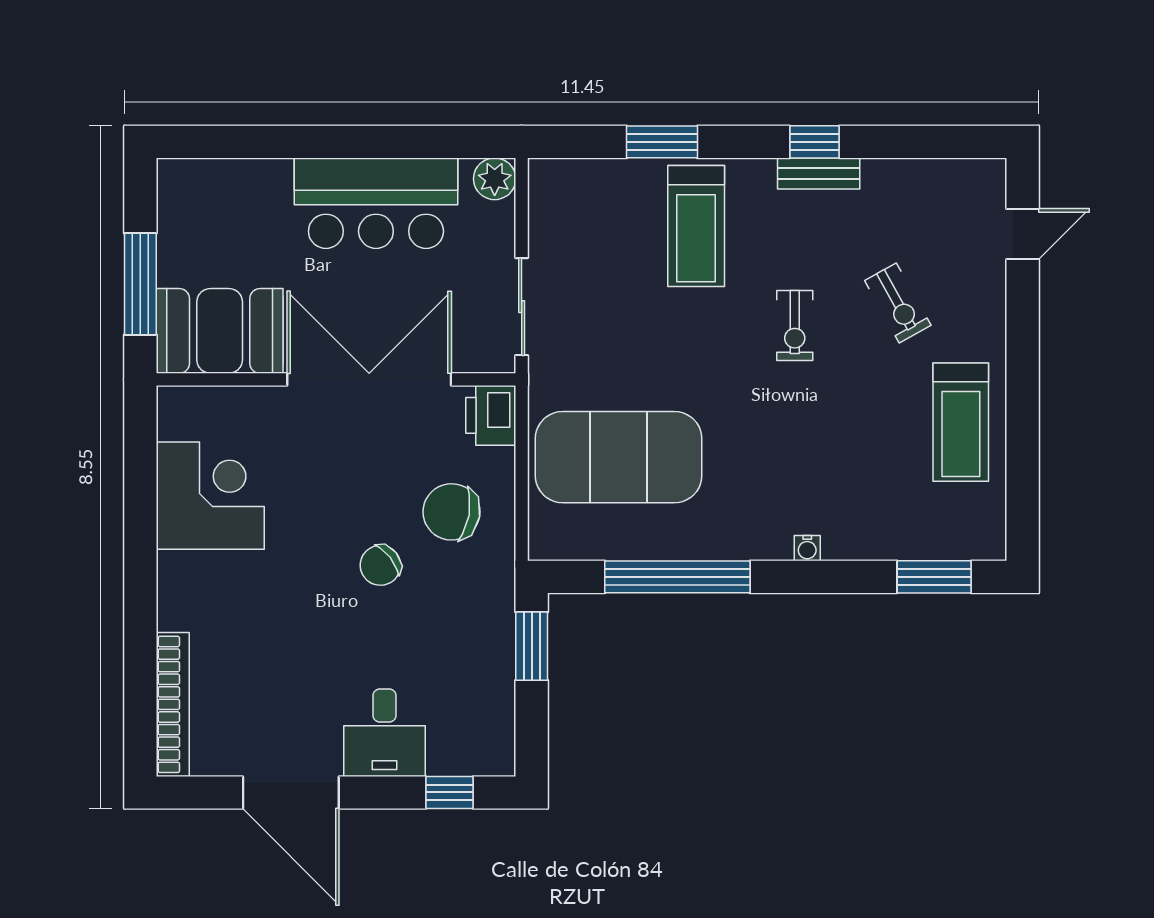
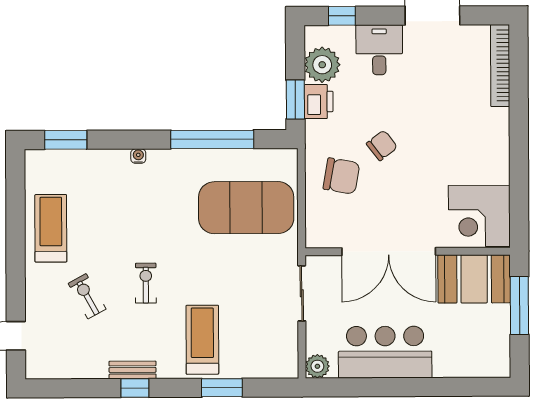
printer: (491, 415) -> (319, 102), moved
corner desk: (210, 496) -> (479, 216), moved
plant: (484, 707) -> (322, 65), added

